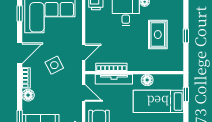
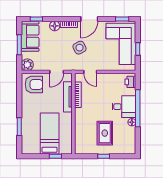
rug: (158, 35) -> (105, 133), turned 90
door: (20, 53) -> (89, 19), hinge flipped
floor lamp: (147, 80) -> (67, 124), removed

